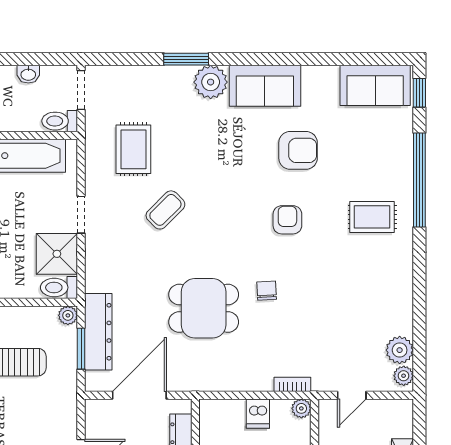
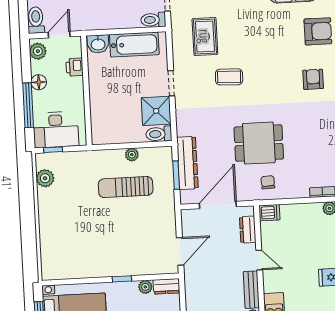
coffee table: (165, 210) -> (229, 77), turned 47
chair: (267, 291) -> (268, 182), moved
plant: (68, 315) -> (132, 155), moved
dishwasher: (258, 414) -> (269, 213), moved, turned -90

